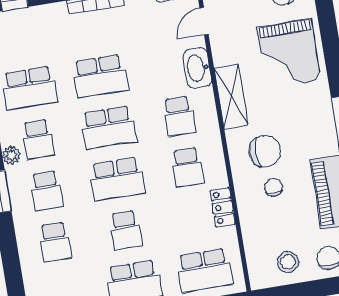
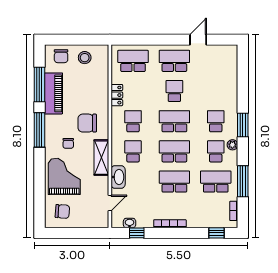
chair: (273, 187) -> (68, 143), moved
school desk: (55, 242) -> (216, 91), removed

